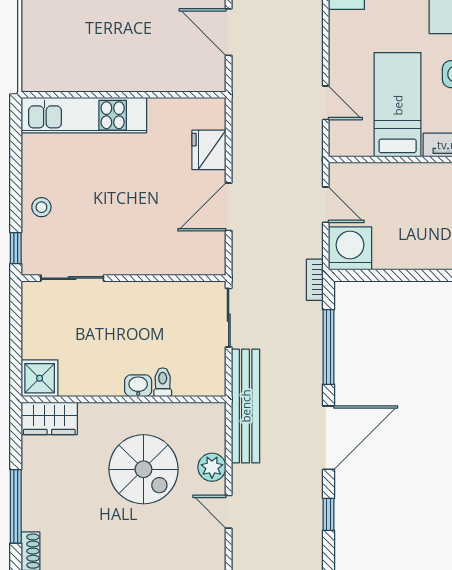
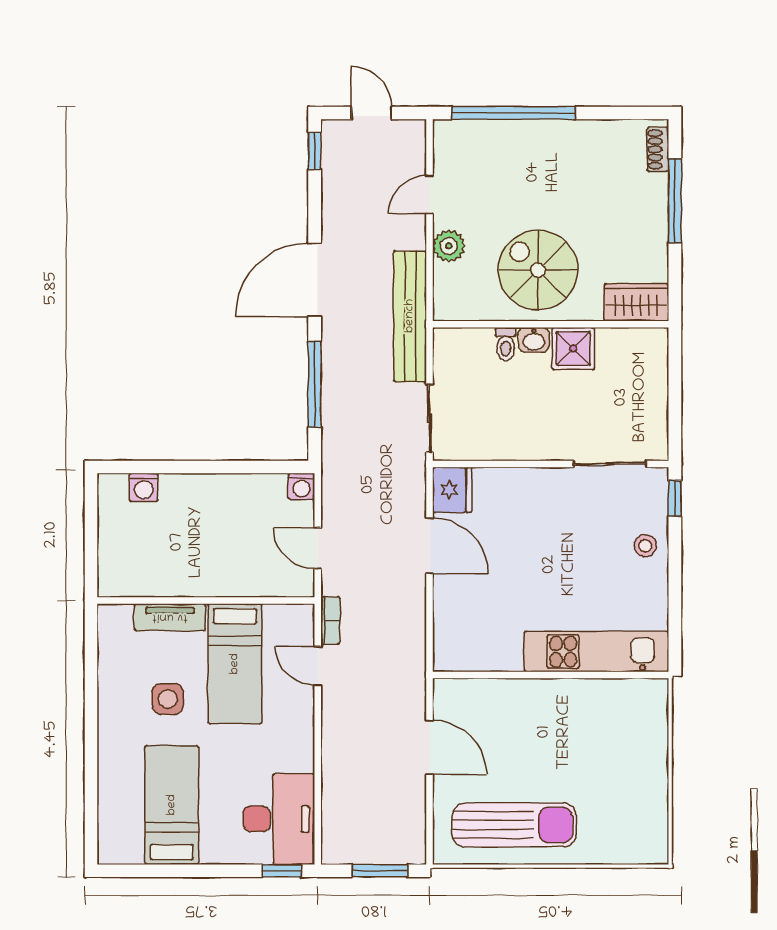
fridge: (209, 150) -> (452, 490), moved
door: (229, 207) -> (430, 546), hinge flipped
washing machine: (350, 248) -> (301, 486), width x0.53, depth x0.53
bookcase: (315, 280) -> (330, 620), moved
shower: (40, 378) -> (573, 348), moved
spiral stairs: (143, 469) -> (538, 270), moved
door: (229, 512) -> (430, 195), swing flipped
window: (328, 514) -> (315, 151), moved

